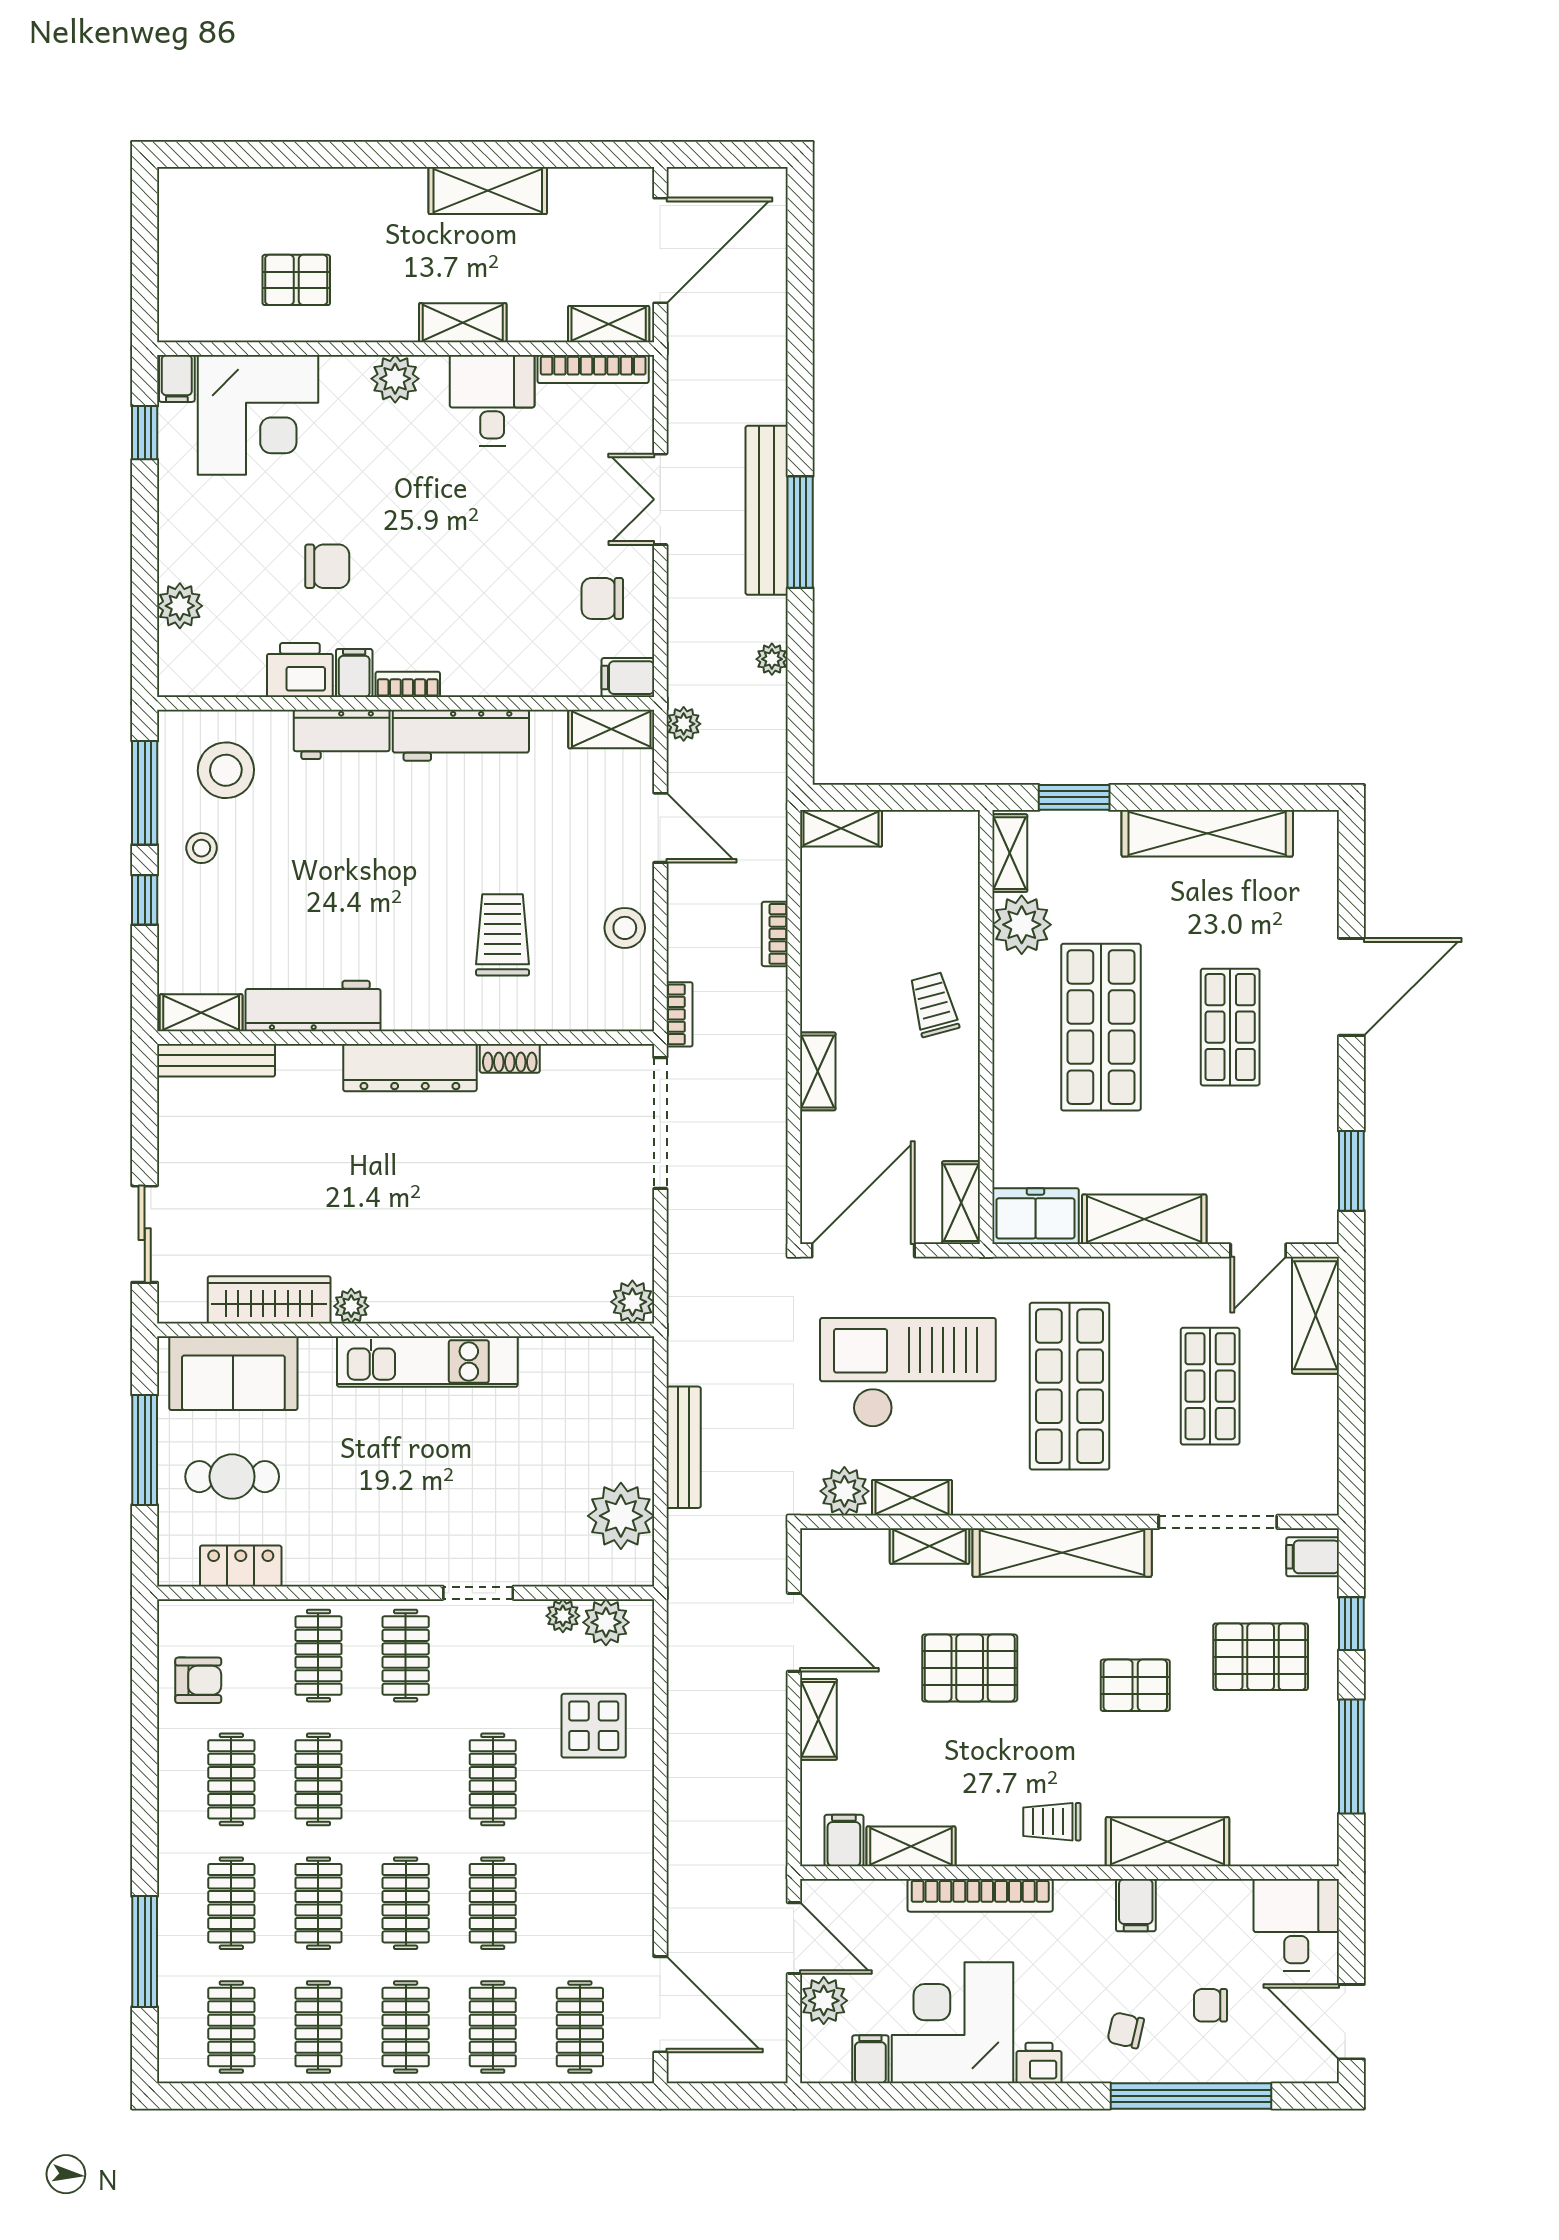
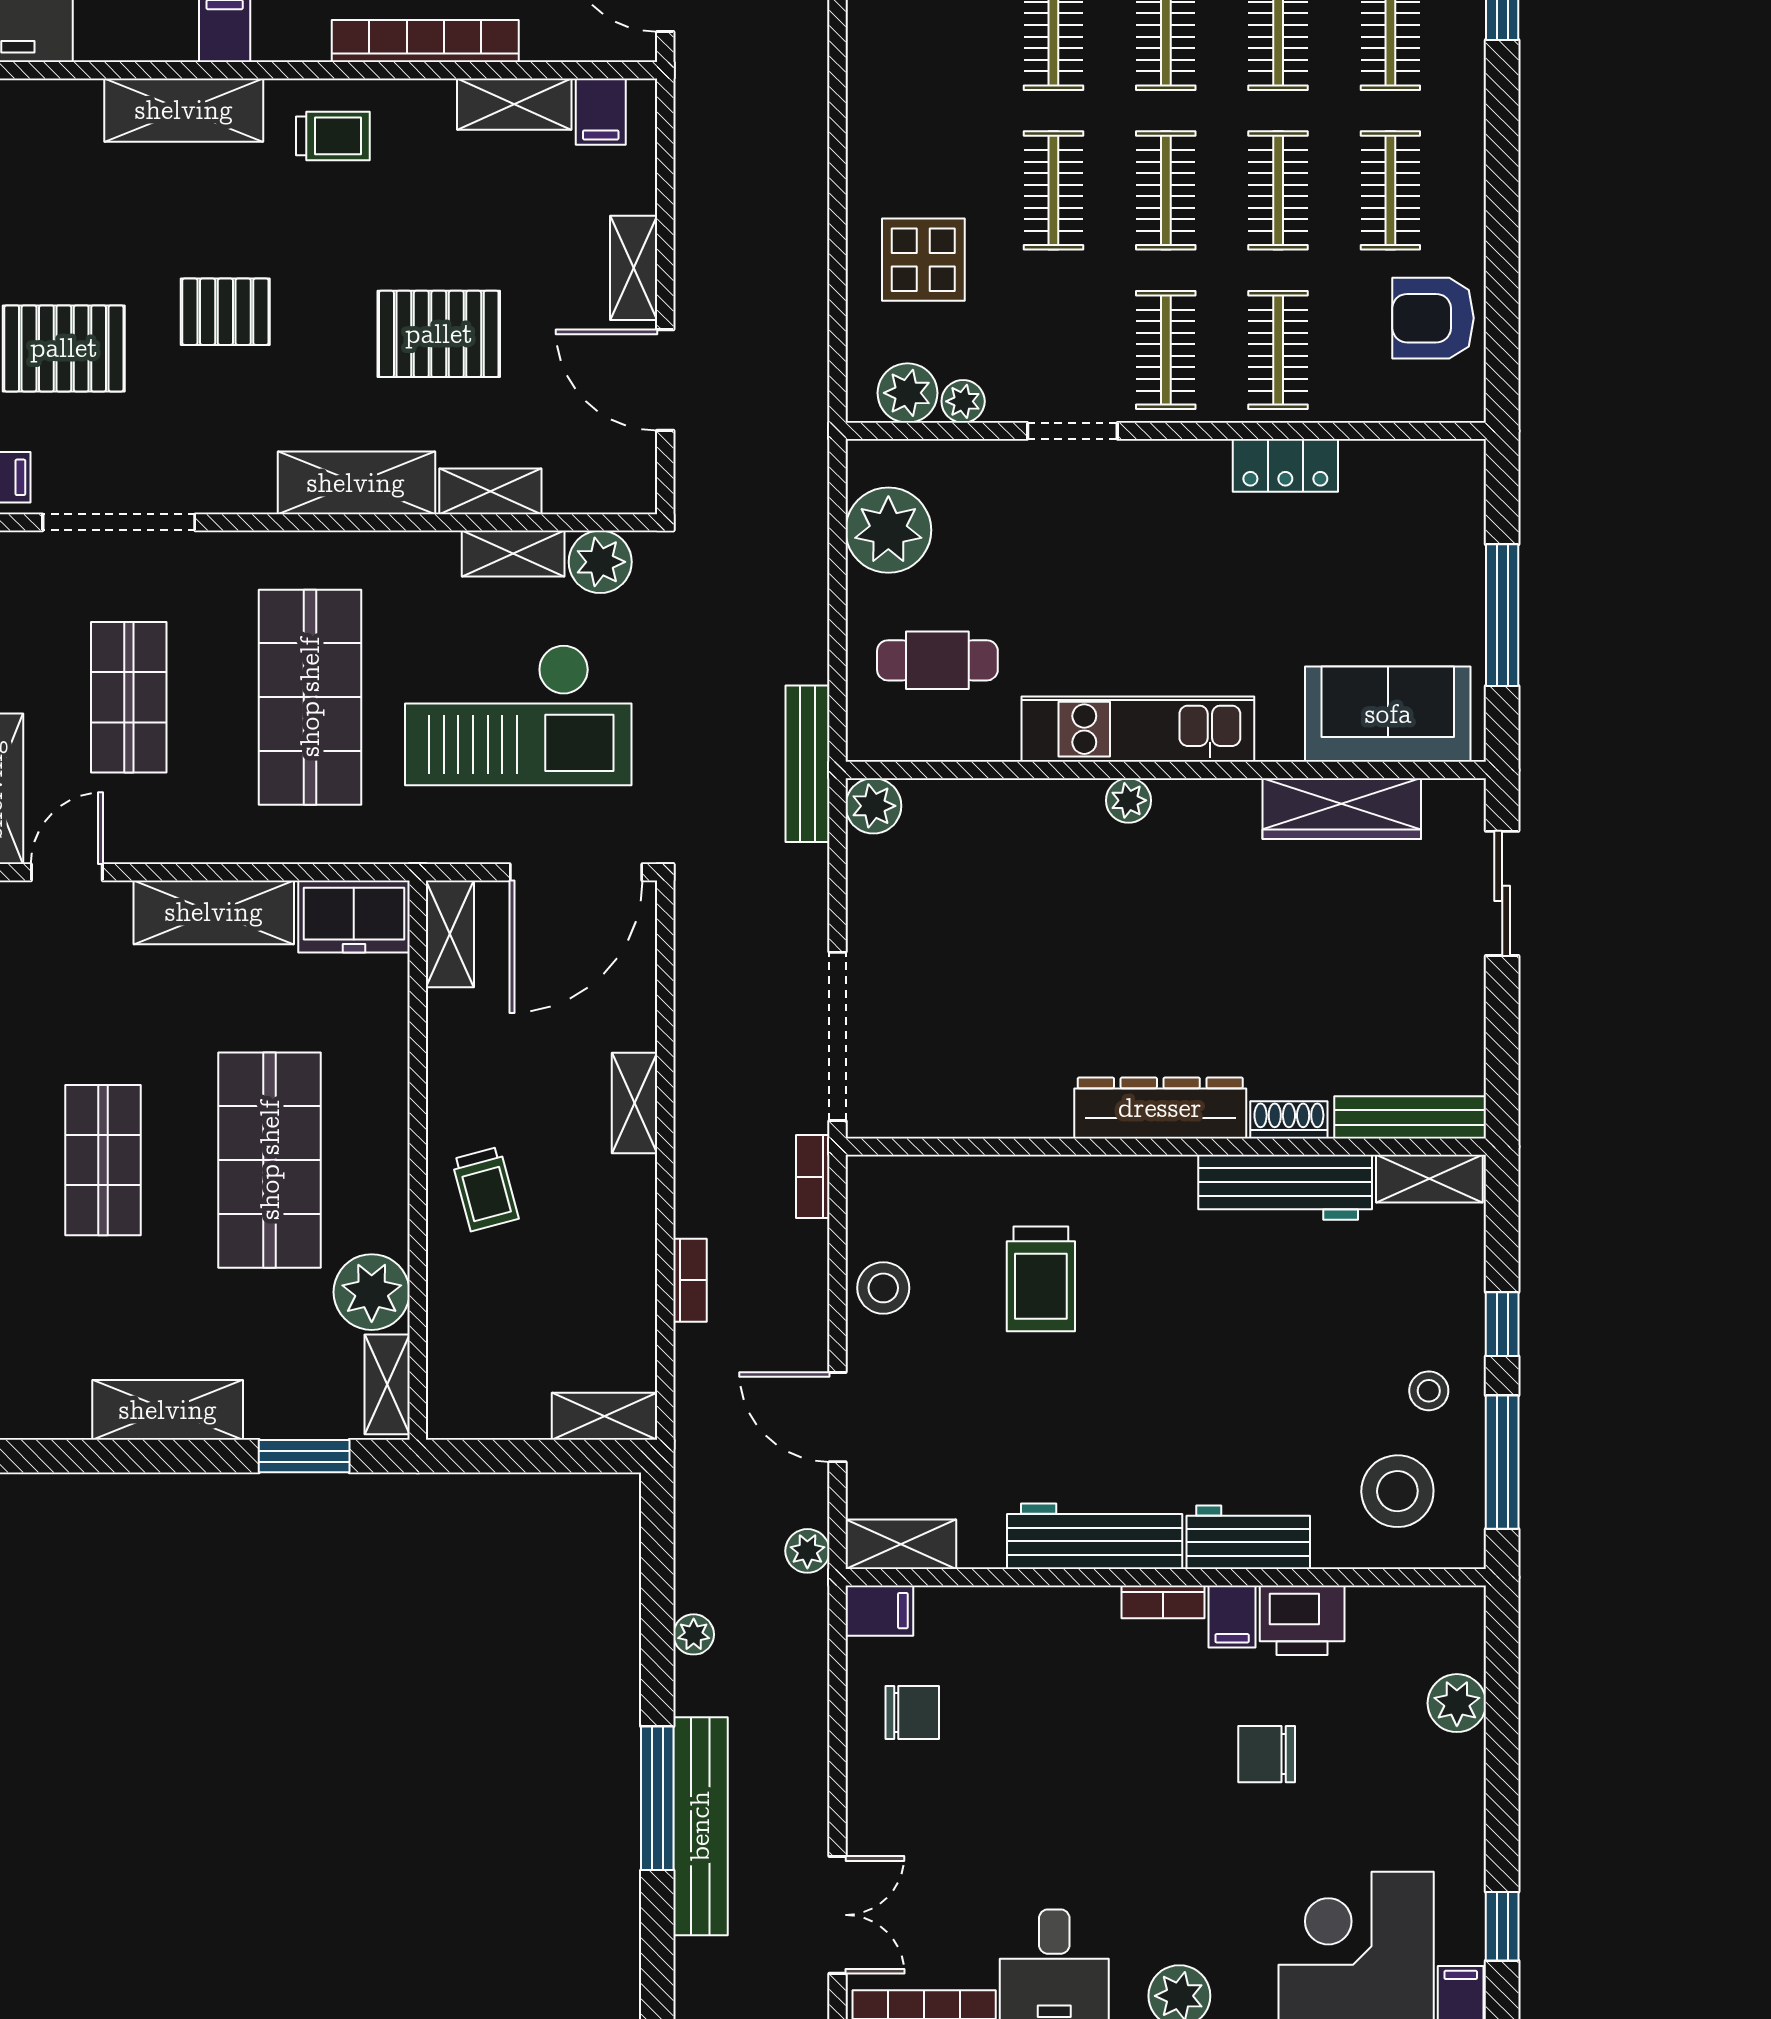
double door: (660, 499) -> (837, 1915), moved
shelving: (1207, 833) -> (168, 1410), width x0.68
shoe rack: (510, 1058) -> (1289, 1120), moved
plant: (351, 1306) -> (1128, 800), moved
bench: (684, 1447) -> (807, 764), moved
cafe table: (232, 1477) -> (937, 660), moved
shelving: (1062, 1553) -> (356, 483), width x0.68
locker: (241, 1566) -> (1285, 465), moved
armchair: (198, 1680) -> (1433, 318), width x1.38, depth x1.38
clothes rail: (406, 1779) -> (1166, 190), added

